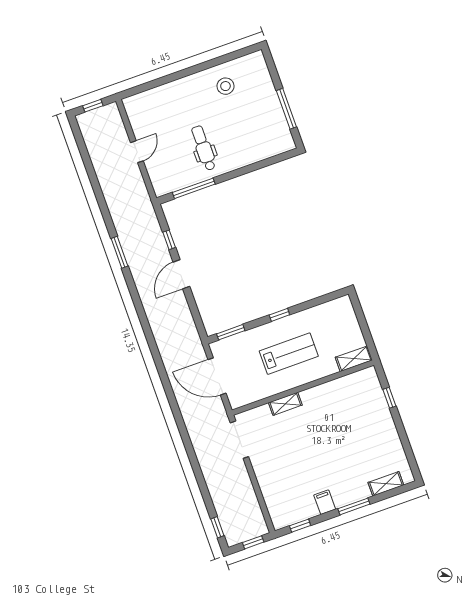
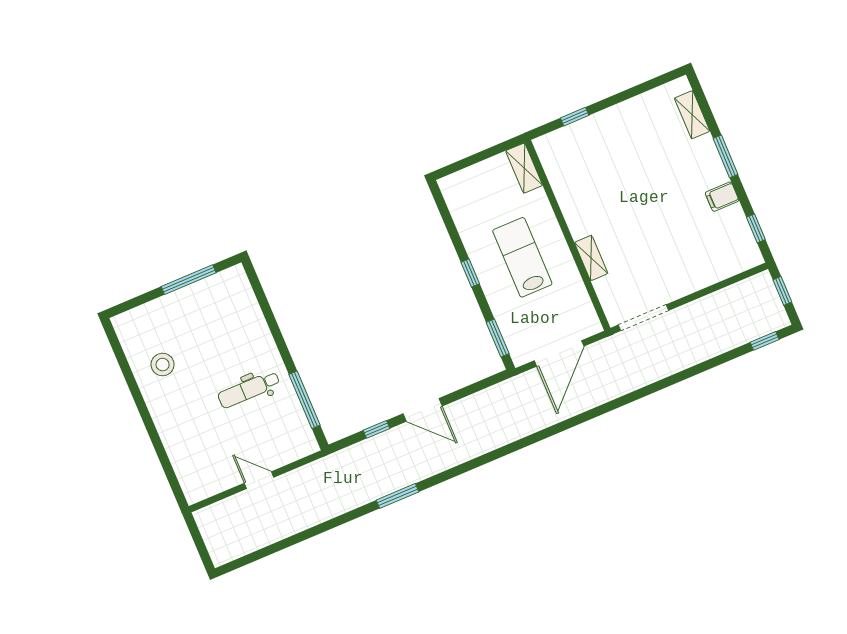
window: (93, 106) -> (200, 544), removed

